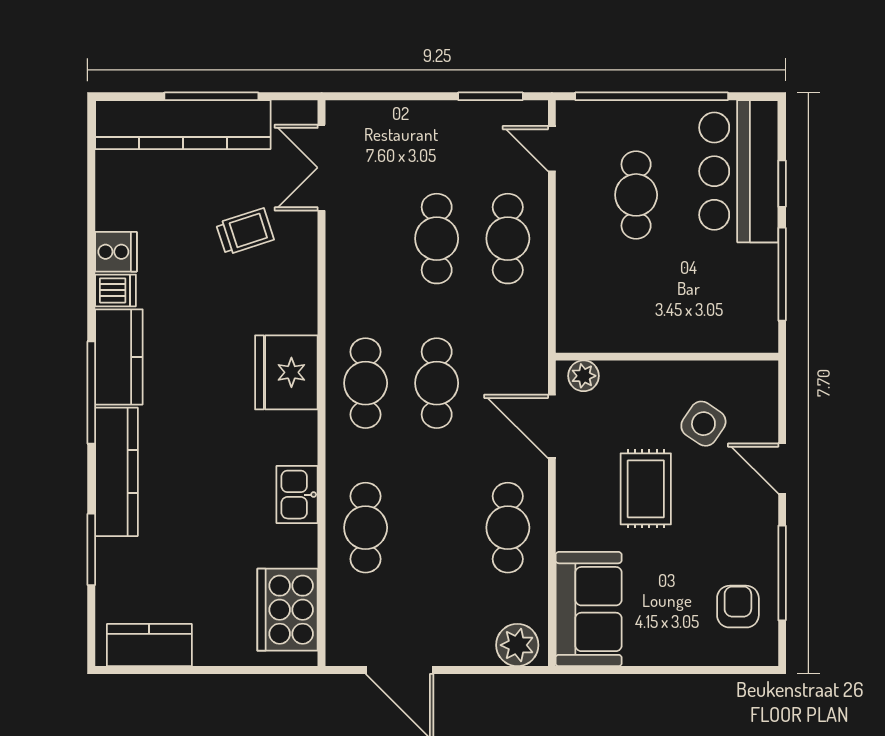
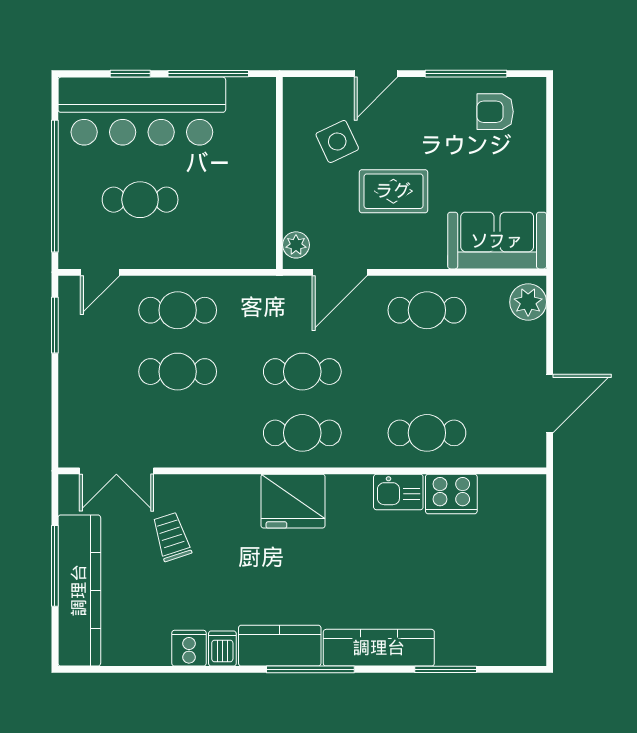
bar counter: (739, 171) -> (142, 111), width x1.36
side table: (703, 424) -> (337, 141), turned 31
cooker: (288, 610) -> (451, 494), moved, width x0.73, depth x0.76
kitchen counter: (149, 645) -> (528, 619), removed

